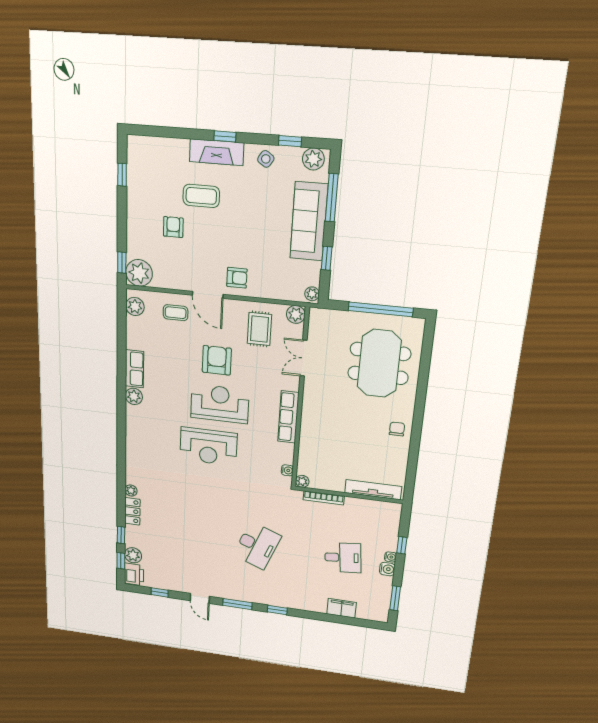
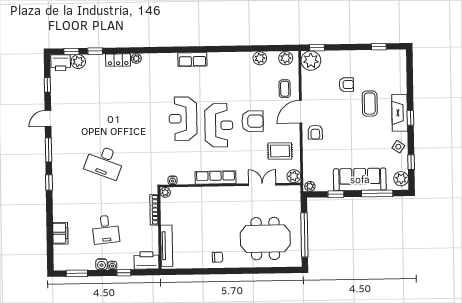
row of seats: (134, 369) -> (192, 60), moved
plant: (134, 396) -> (260, 58), moved
printer: (389, 516) -> (147, 260), added

